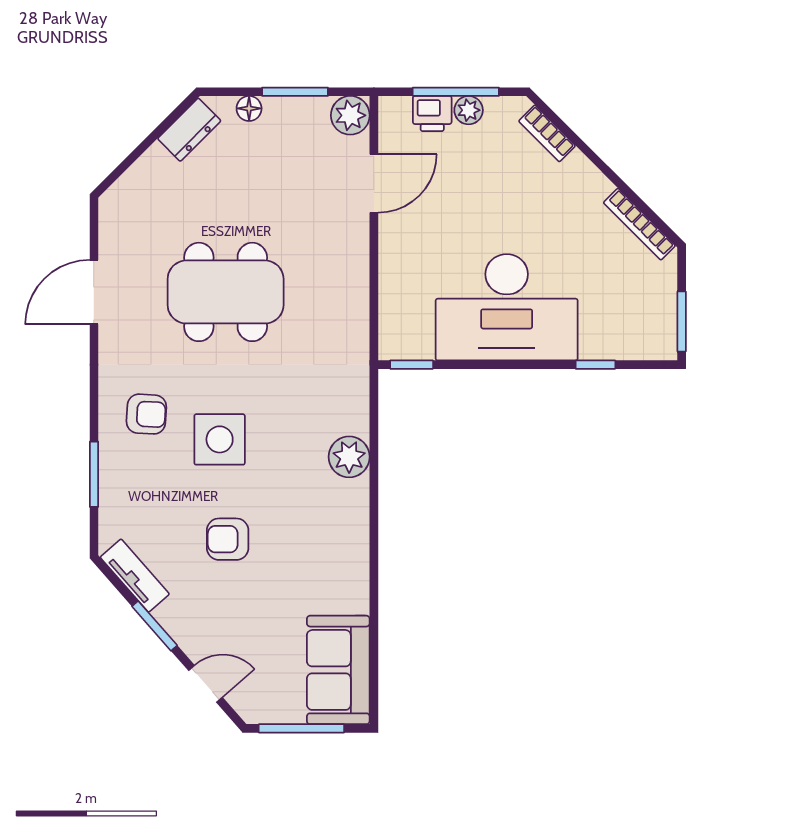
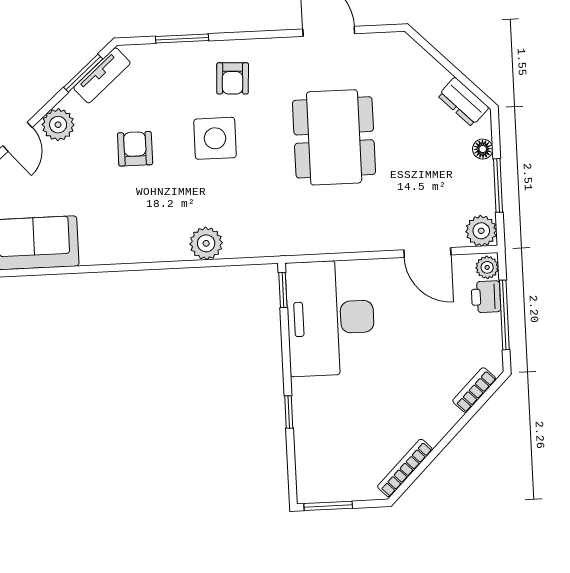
plant: (469, 110) -> (487, 267), moved
desk: (507, 307) -> (331, 318), moved
window: (595, 365) -> (289, 412), moved
window: (155, 626) -> (83, 73), moved
plant: (193, 633) -> (58, 125), added

